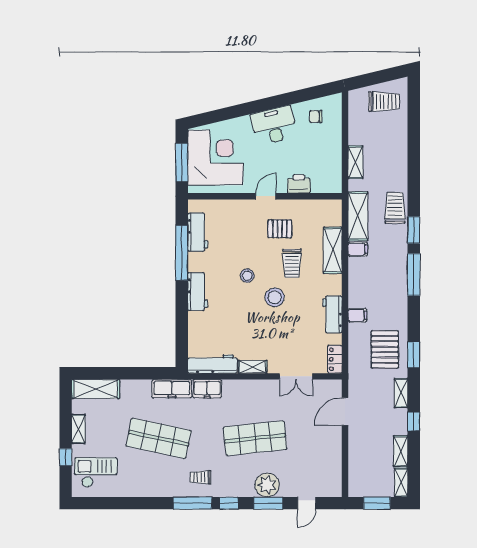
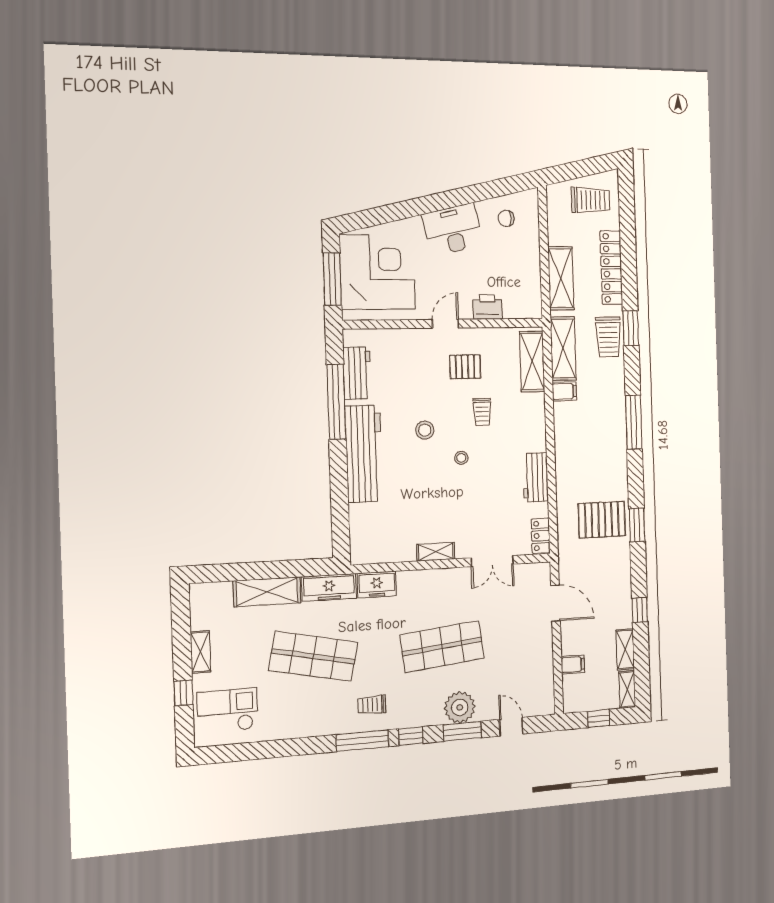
locker: (399, 154) -> (611, 268), added
shelving: (355, 162) -> (561, 278), width x1.50, depth x1.33
trolley: (395, 208) -> (608, 337), turned 180
window: (414, 230) -> (631, 328), moved
shelving: (333, 250) -> (532, 361), moved
trolley: (292, 263) -> (482, 412), width x0.73, depth x0.72
workbench: (198, 292) -> (364, 454), width x1.88, depth x1.32
stool: (275, 297) -> (461, 458), width x0.53, depth x0.53
filing cabinet: (357, 315) -> (573, 665), moved
pallet: (385, 349) -> (602, 520), turned 90
workbench: (212, 364) -> (383, 551), removed
shelving: (96, 389) -> (267, 592), moved
shelving: (401, 393) -> (623, 575), removed
door: (345, 412) -> (555, 603), swing flipped
door: (307, 503) -> (511, 727), swing flipped
window: (377, 503) -> (599, 718), width x0.67

